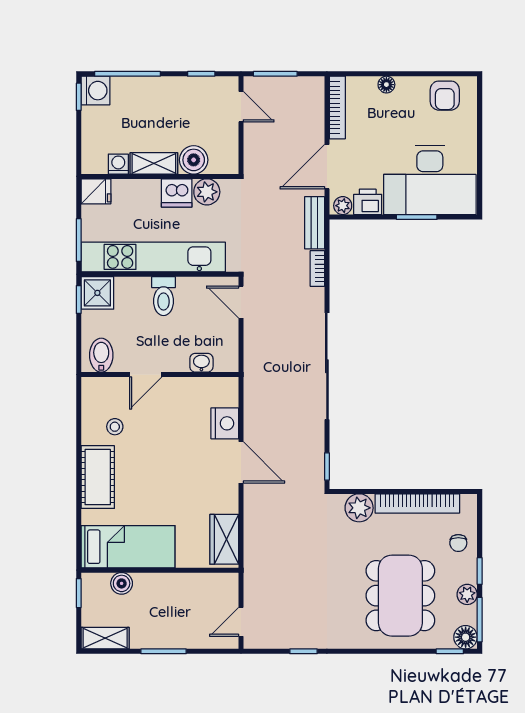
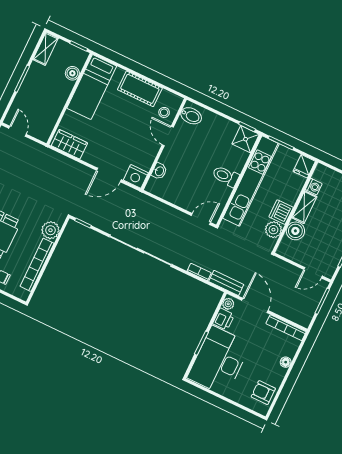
bidet: (101, 355) -> (191, 116), moved
washbasin: (201, 363) -> (159, 171), moved
door: (146, 374) -> (168, 136), moved
wall: (160, 374) -> (164, 144), moved

